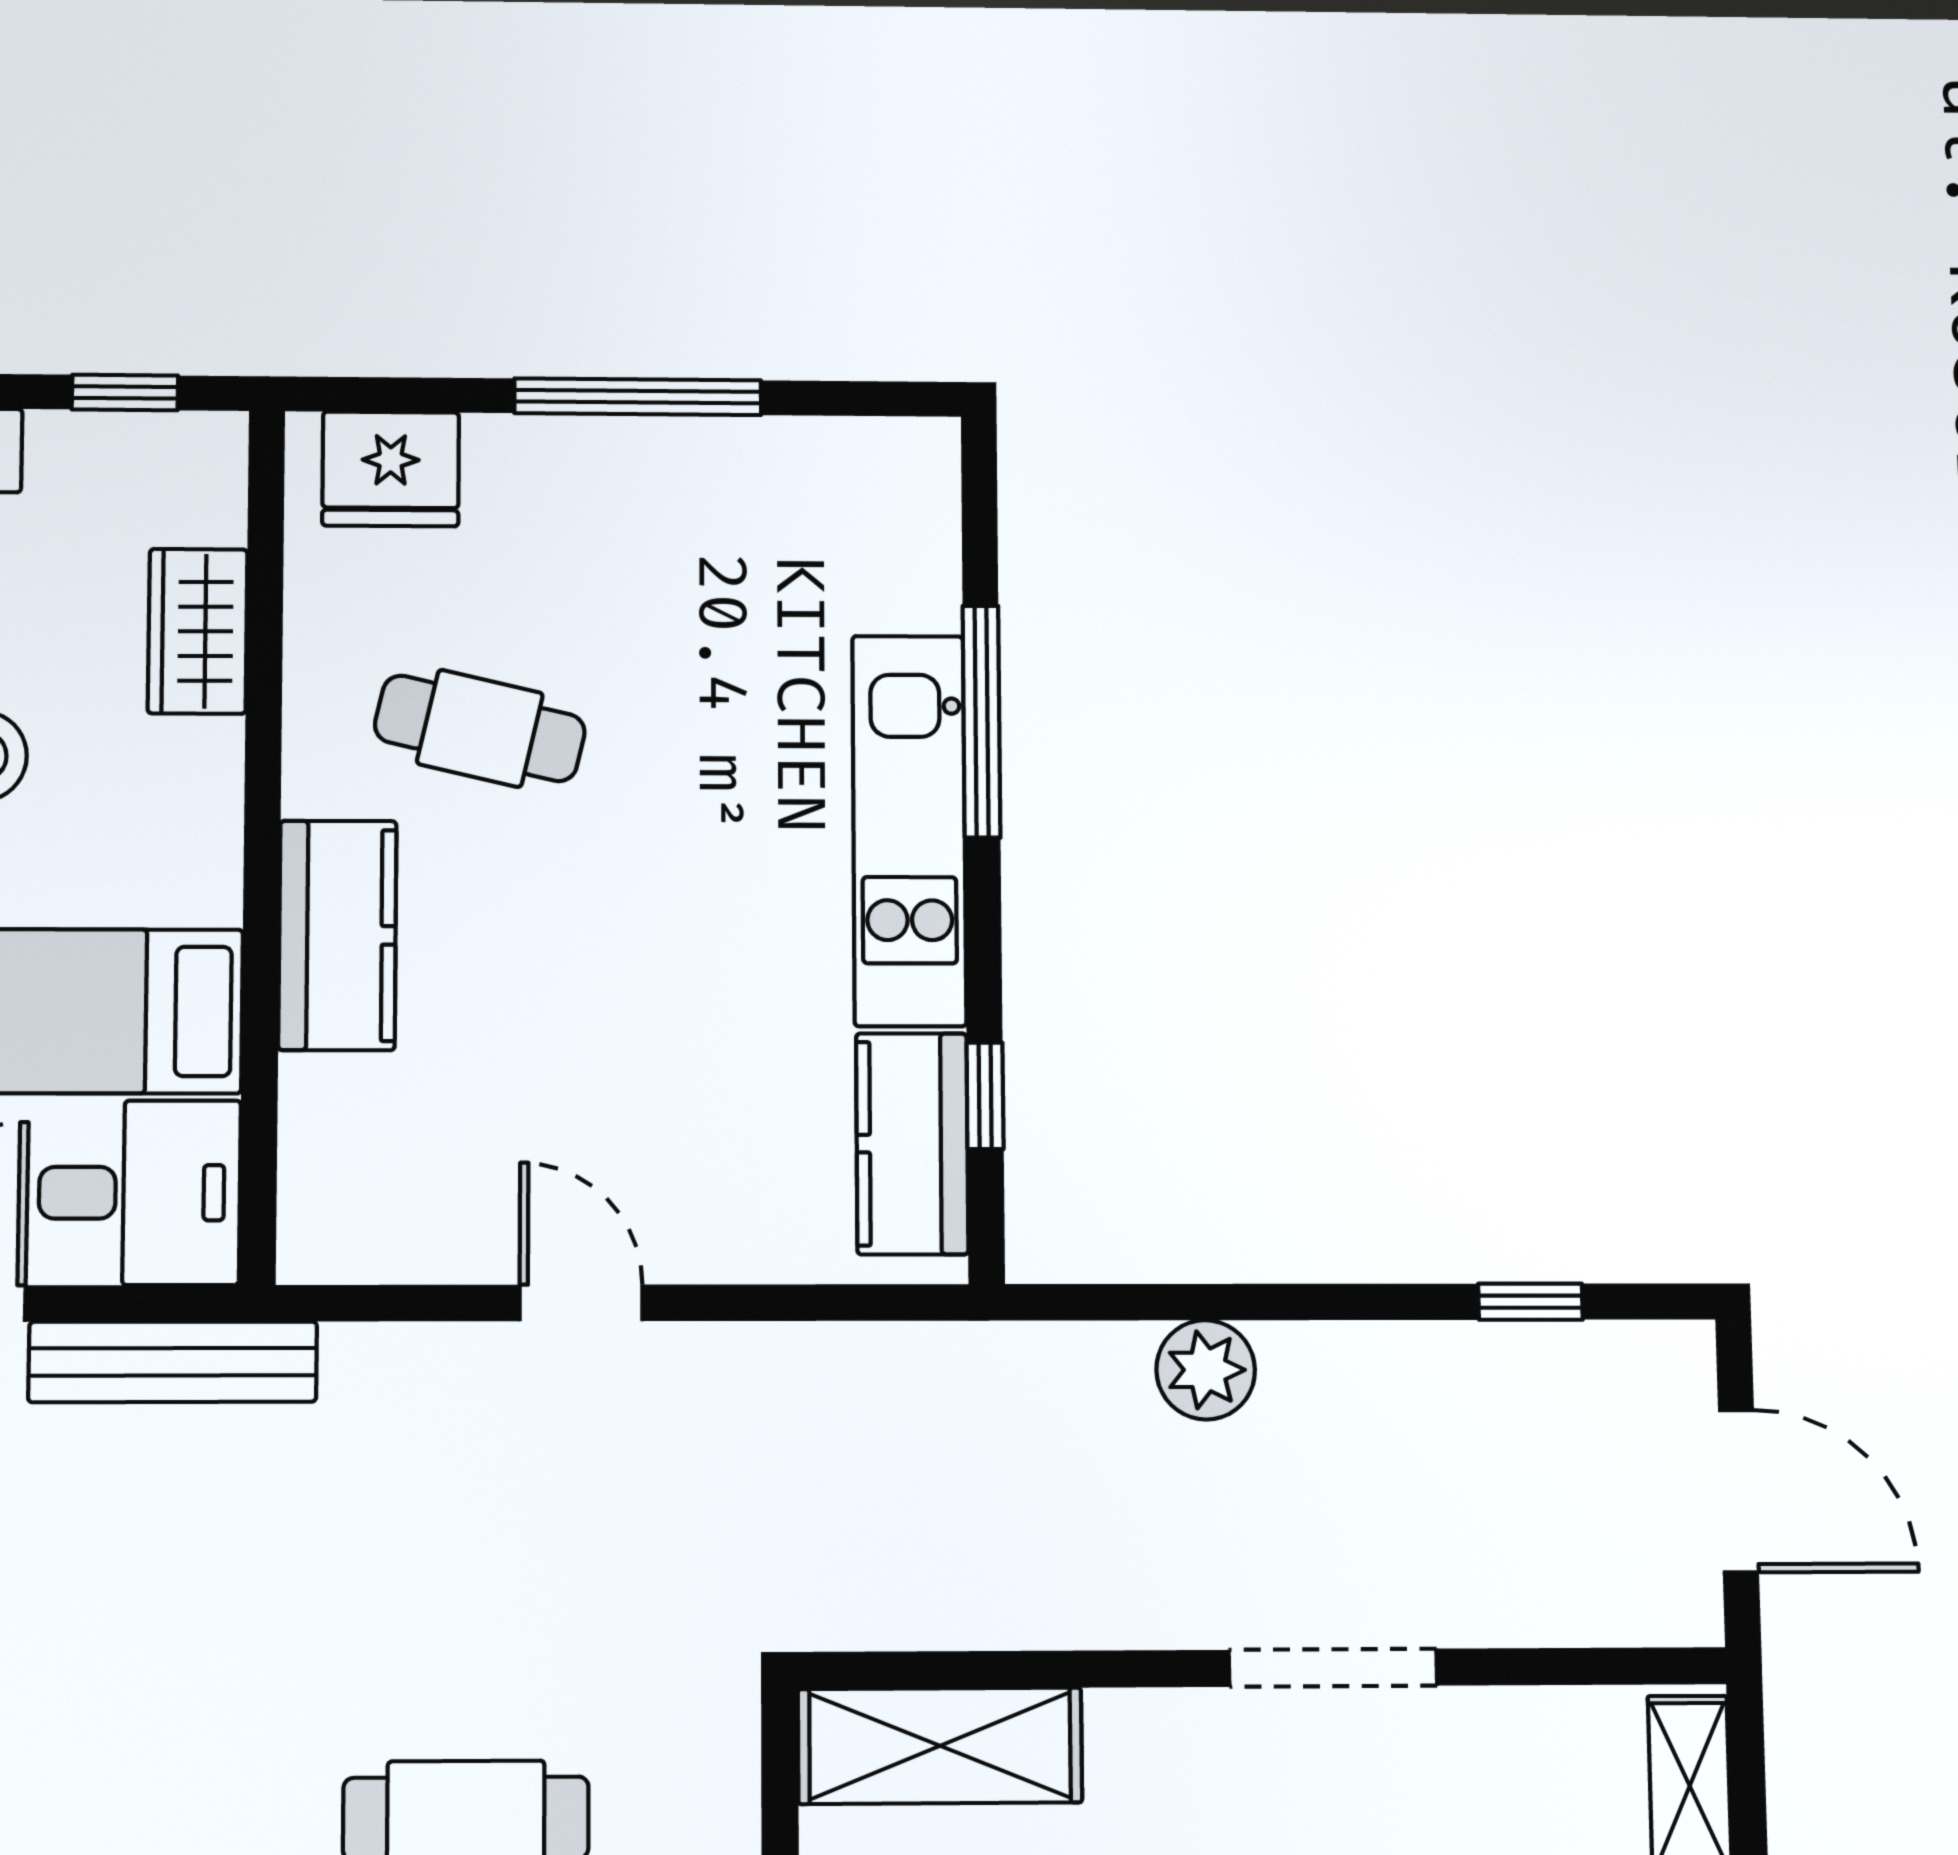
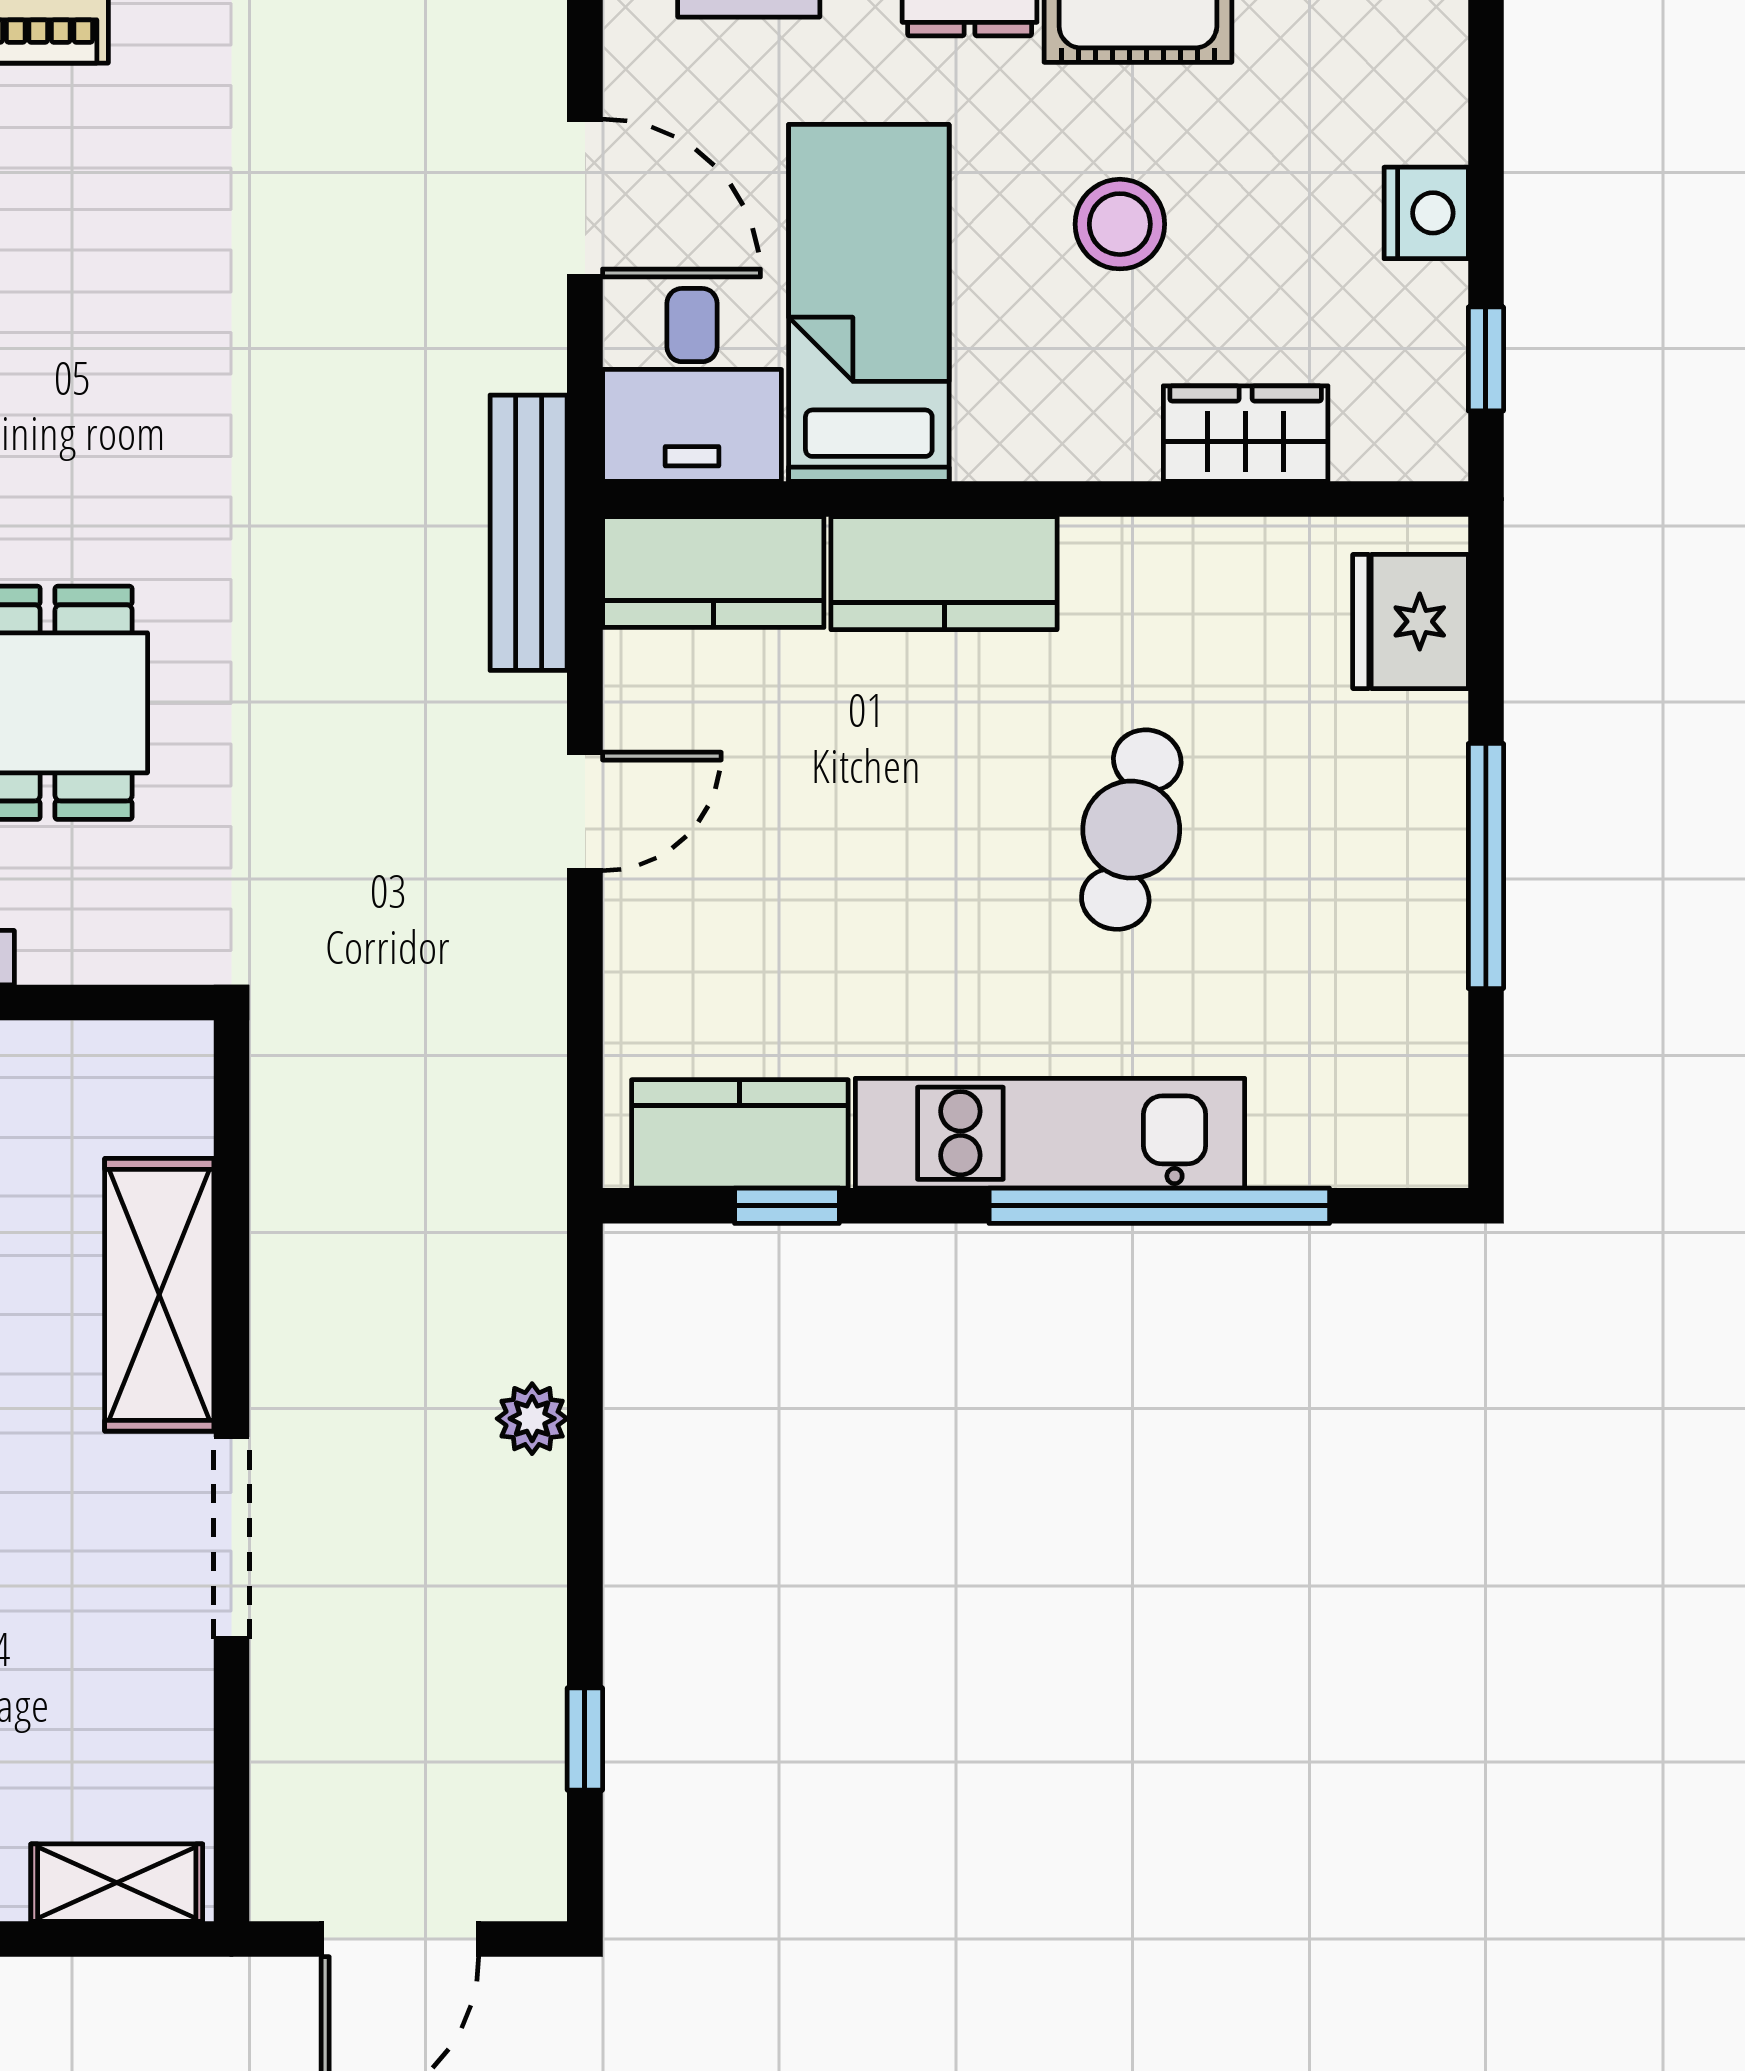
window: (982, 721) -> (1159, 1206), width x1.46
cafe table: (480, 728) -> (1131, 830), moved
kitchen counter: (334, 1171) -> (713, 572), added
bench: (173, 1362) -> (529, 533), moved
plant: (1206, 1370) -> (532, 1419), width x0.73, depth x0.73
shelving: (940, 1746) -> (159, 1295), moved

